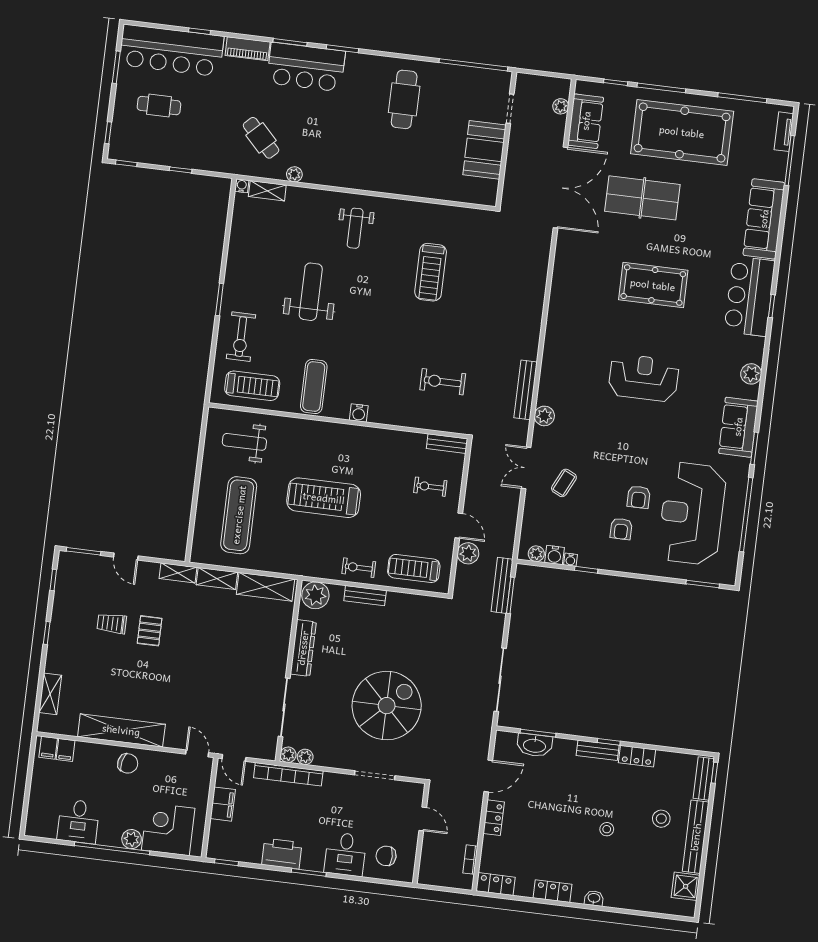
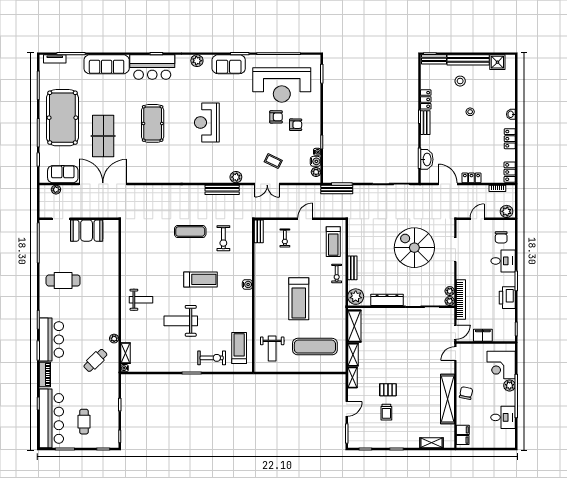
treadmill: (431, 272) -> (201, 279), moved
exercise mat: (314, 387) -> (190, 232), moved
plant: (468, 553) -> (507, 211), moved

